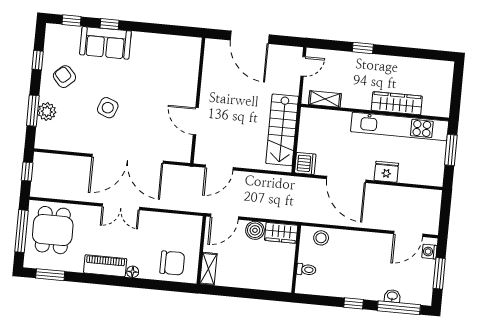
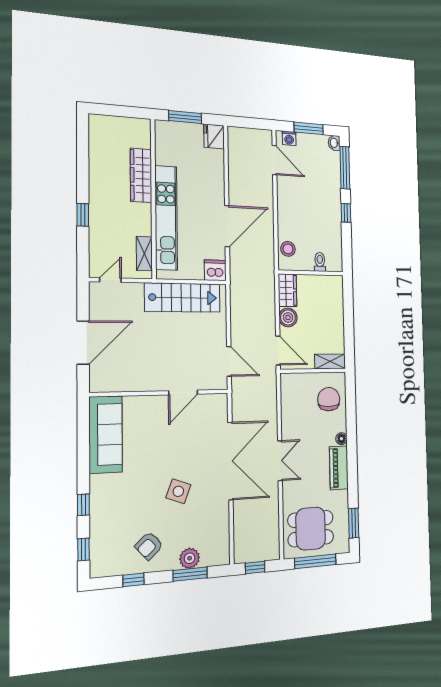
sofa: (105, 43) -> (106, 434), moved, width x1.36
door: (303, 66) -> (110, 280), hinge flipped
kitchen unit: (400, 126) -> (166, 218), moved
fridge: (386, 172) -> (214, 136), moved
washbasin: (392, 296) -> (334, 143), moved

